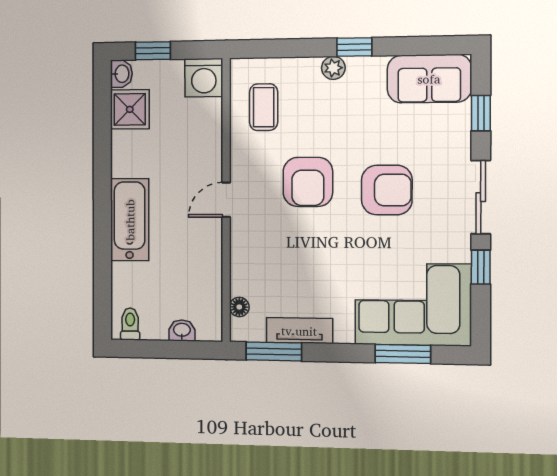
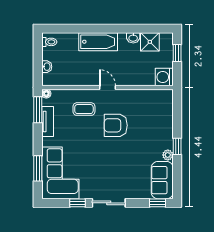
plant: (333, 68) -> (168, 155), moved
washbasin: (121, 74) -> (133, 38), moved
coffee table: (264, 107) -> (84, 109), moved
window: (481, 113) -> (157, 203), moved
armchair: (387, 190) -> (112, 161), removed
floor lamp: (239, 307) -> (46, 94), moved

